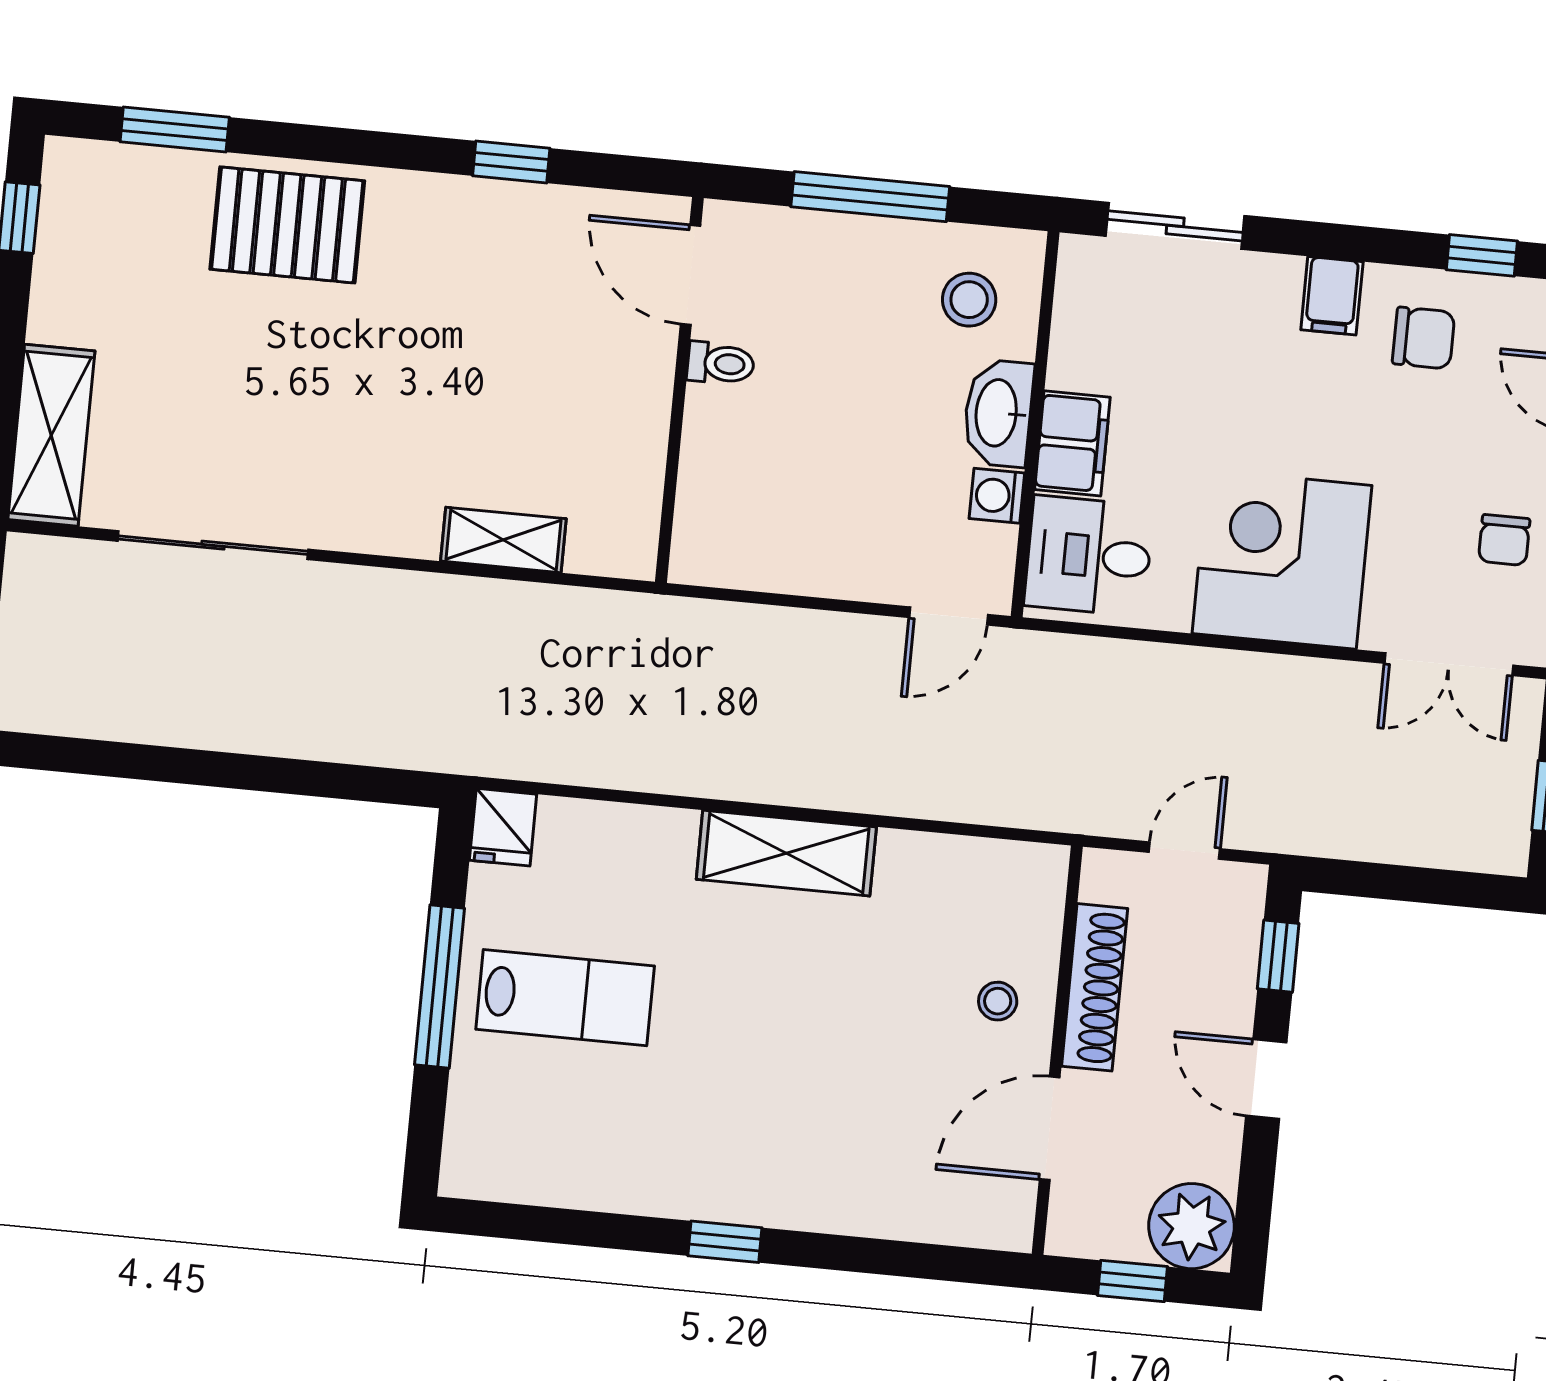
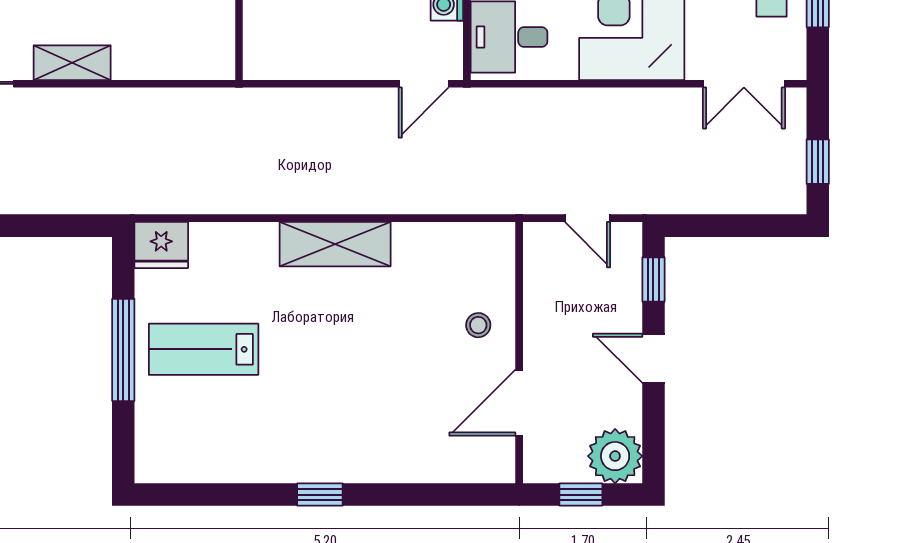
shelving: (503, 540) -> (72, 63), moved
fridge: (503, 827) -> (161, 245), width x1.38
door: (1184, 851) -> (588, 218), swing flipped
shoe rack: (1095, 987) -> (539, 310), removed
lab bench: (565, 998) -> (204, 349), turned 180

